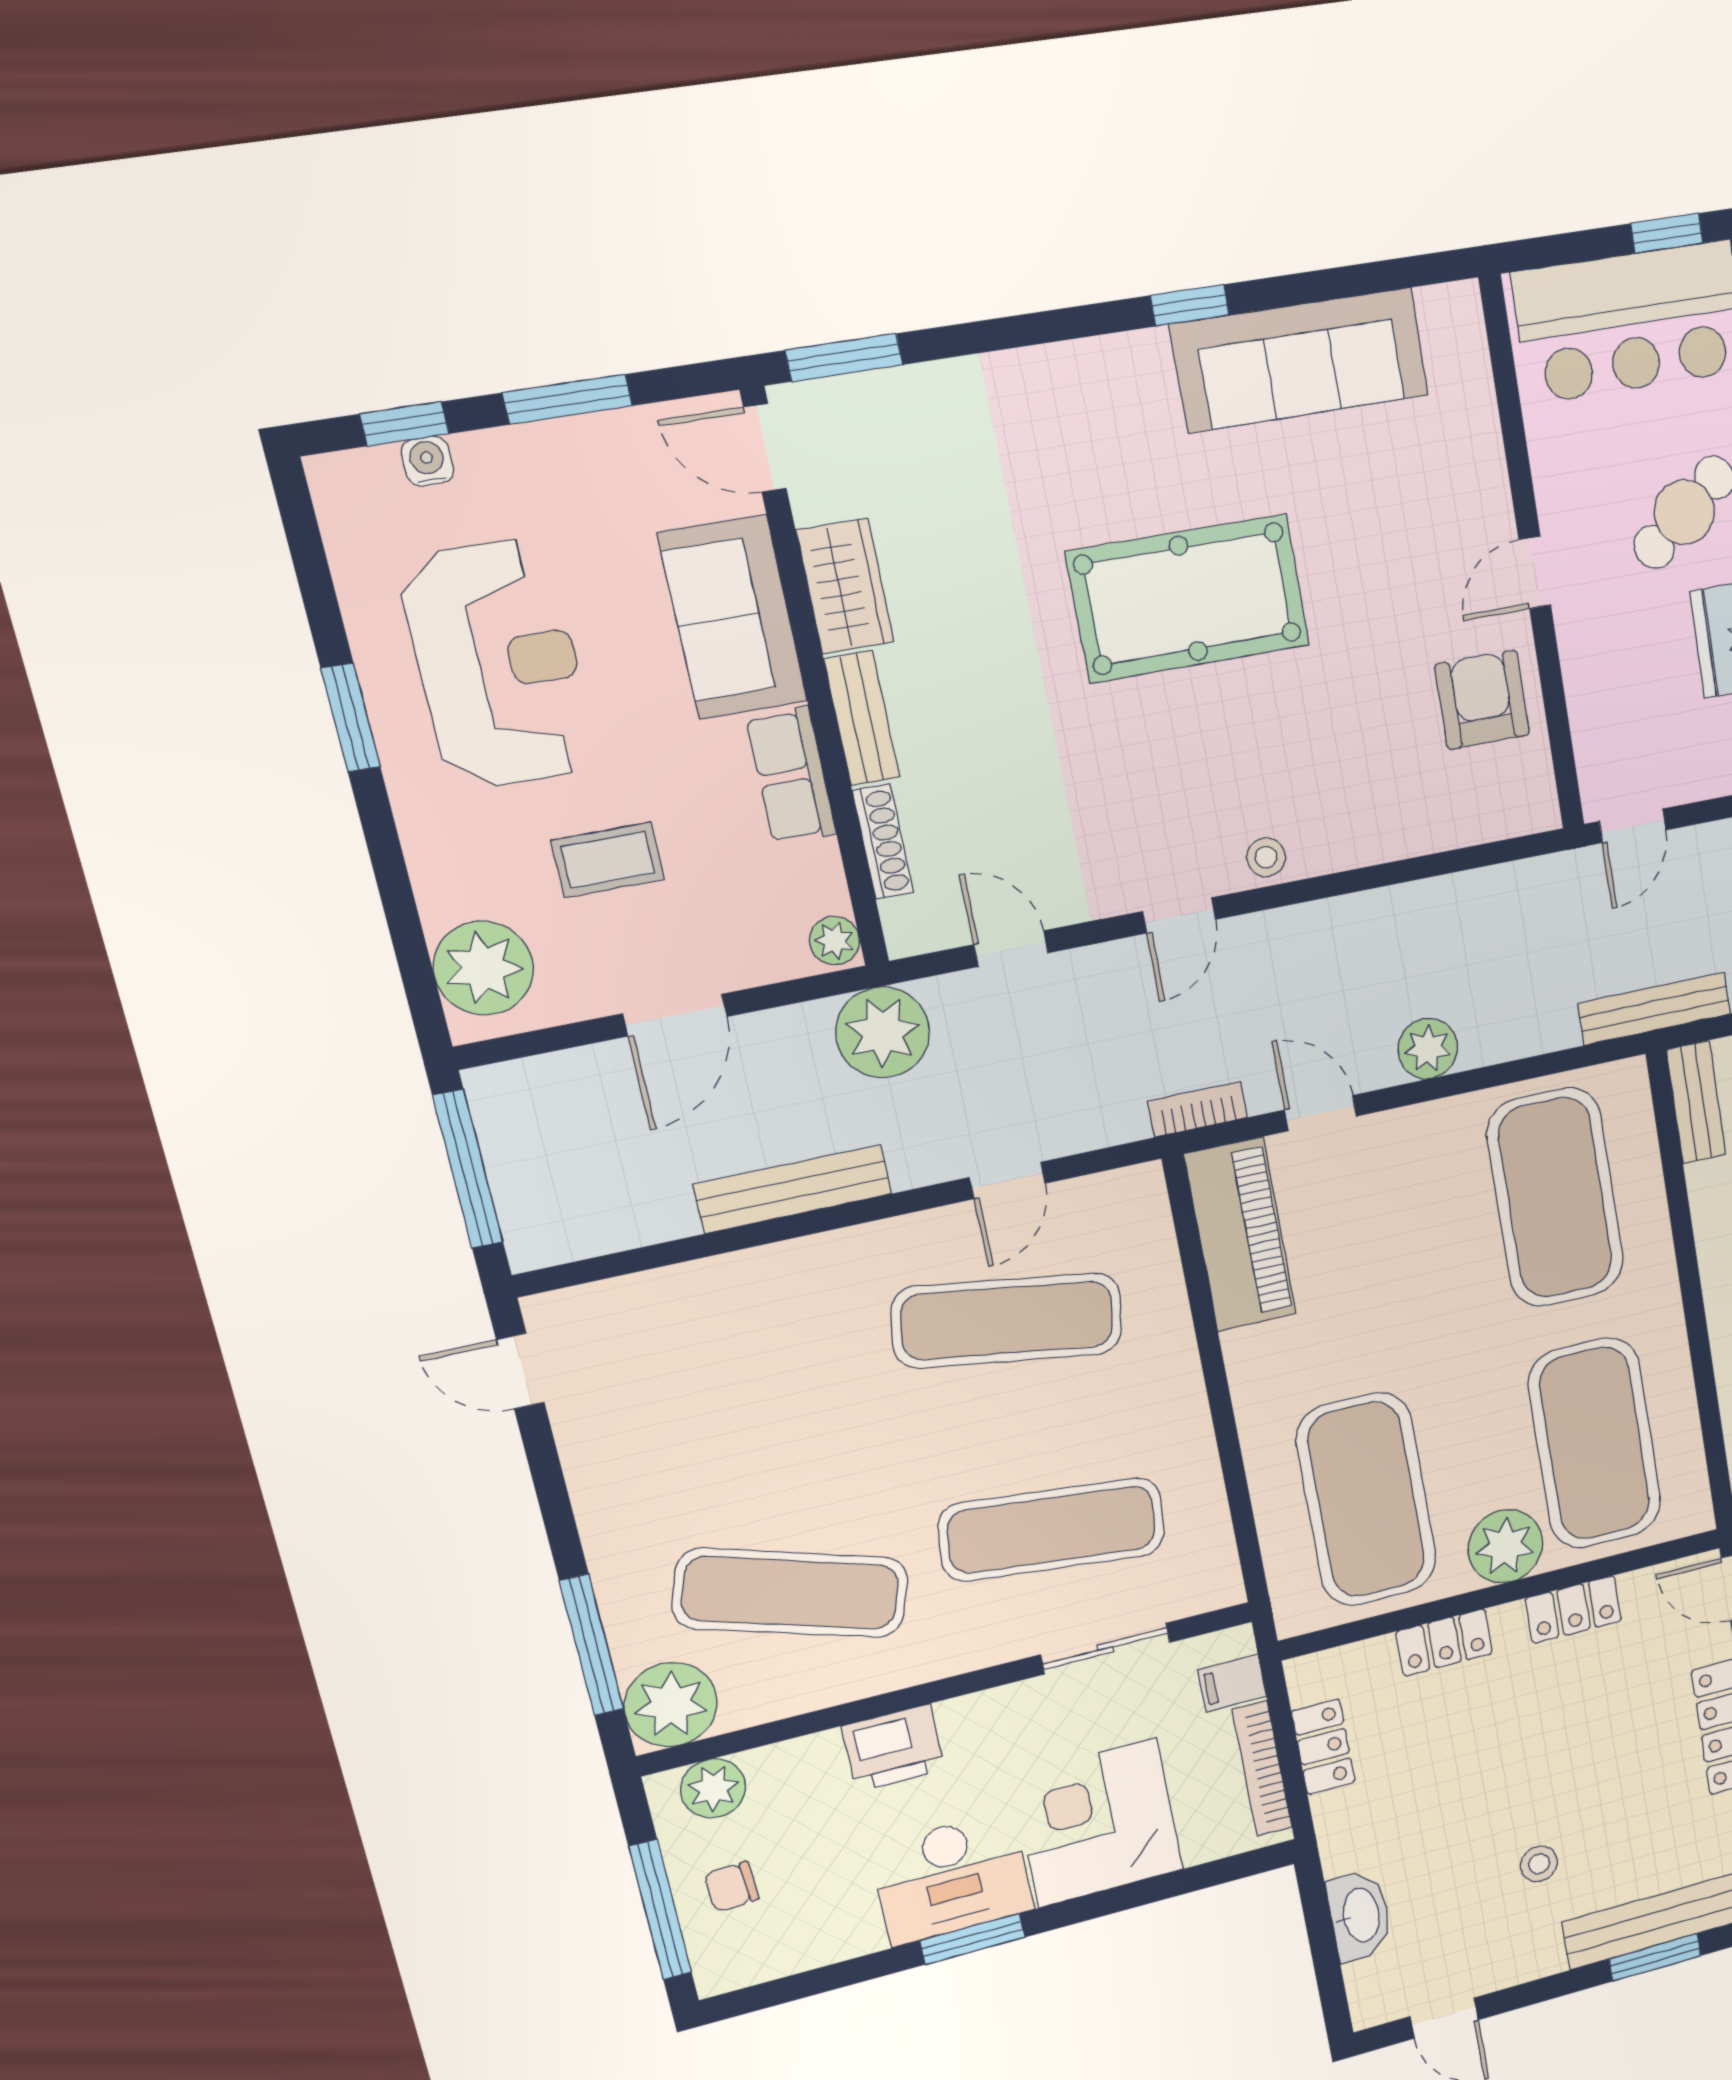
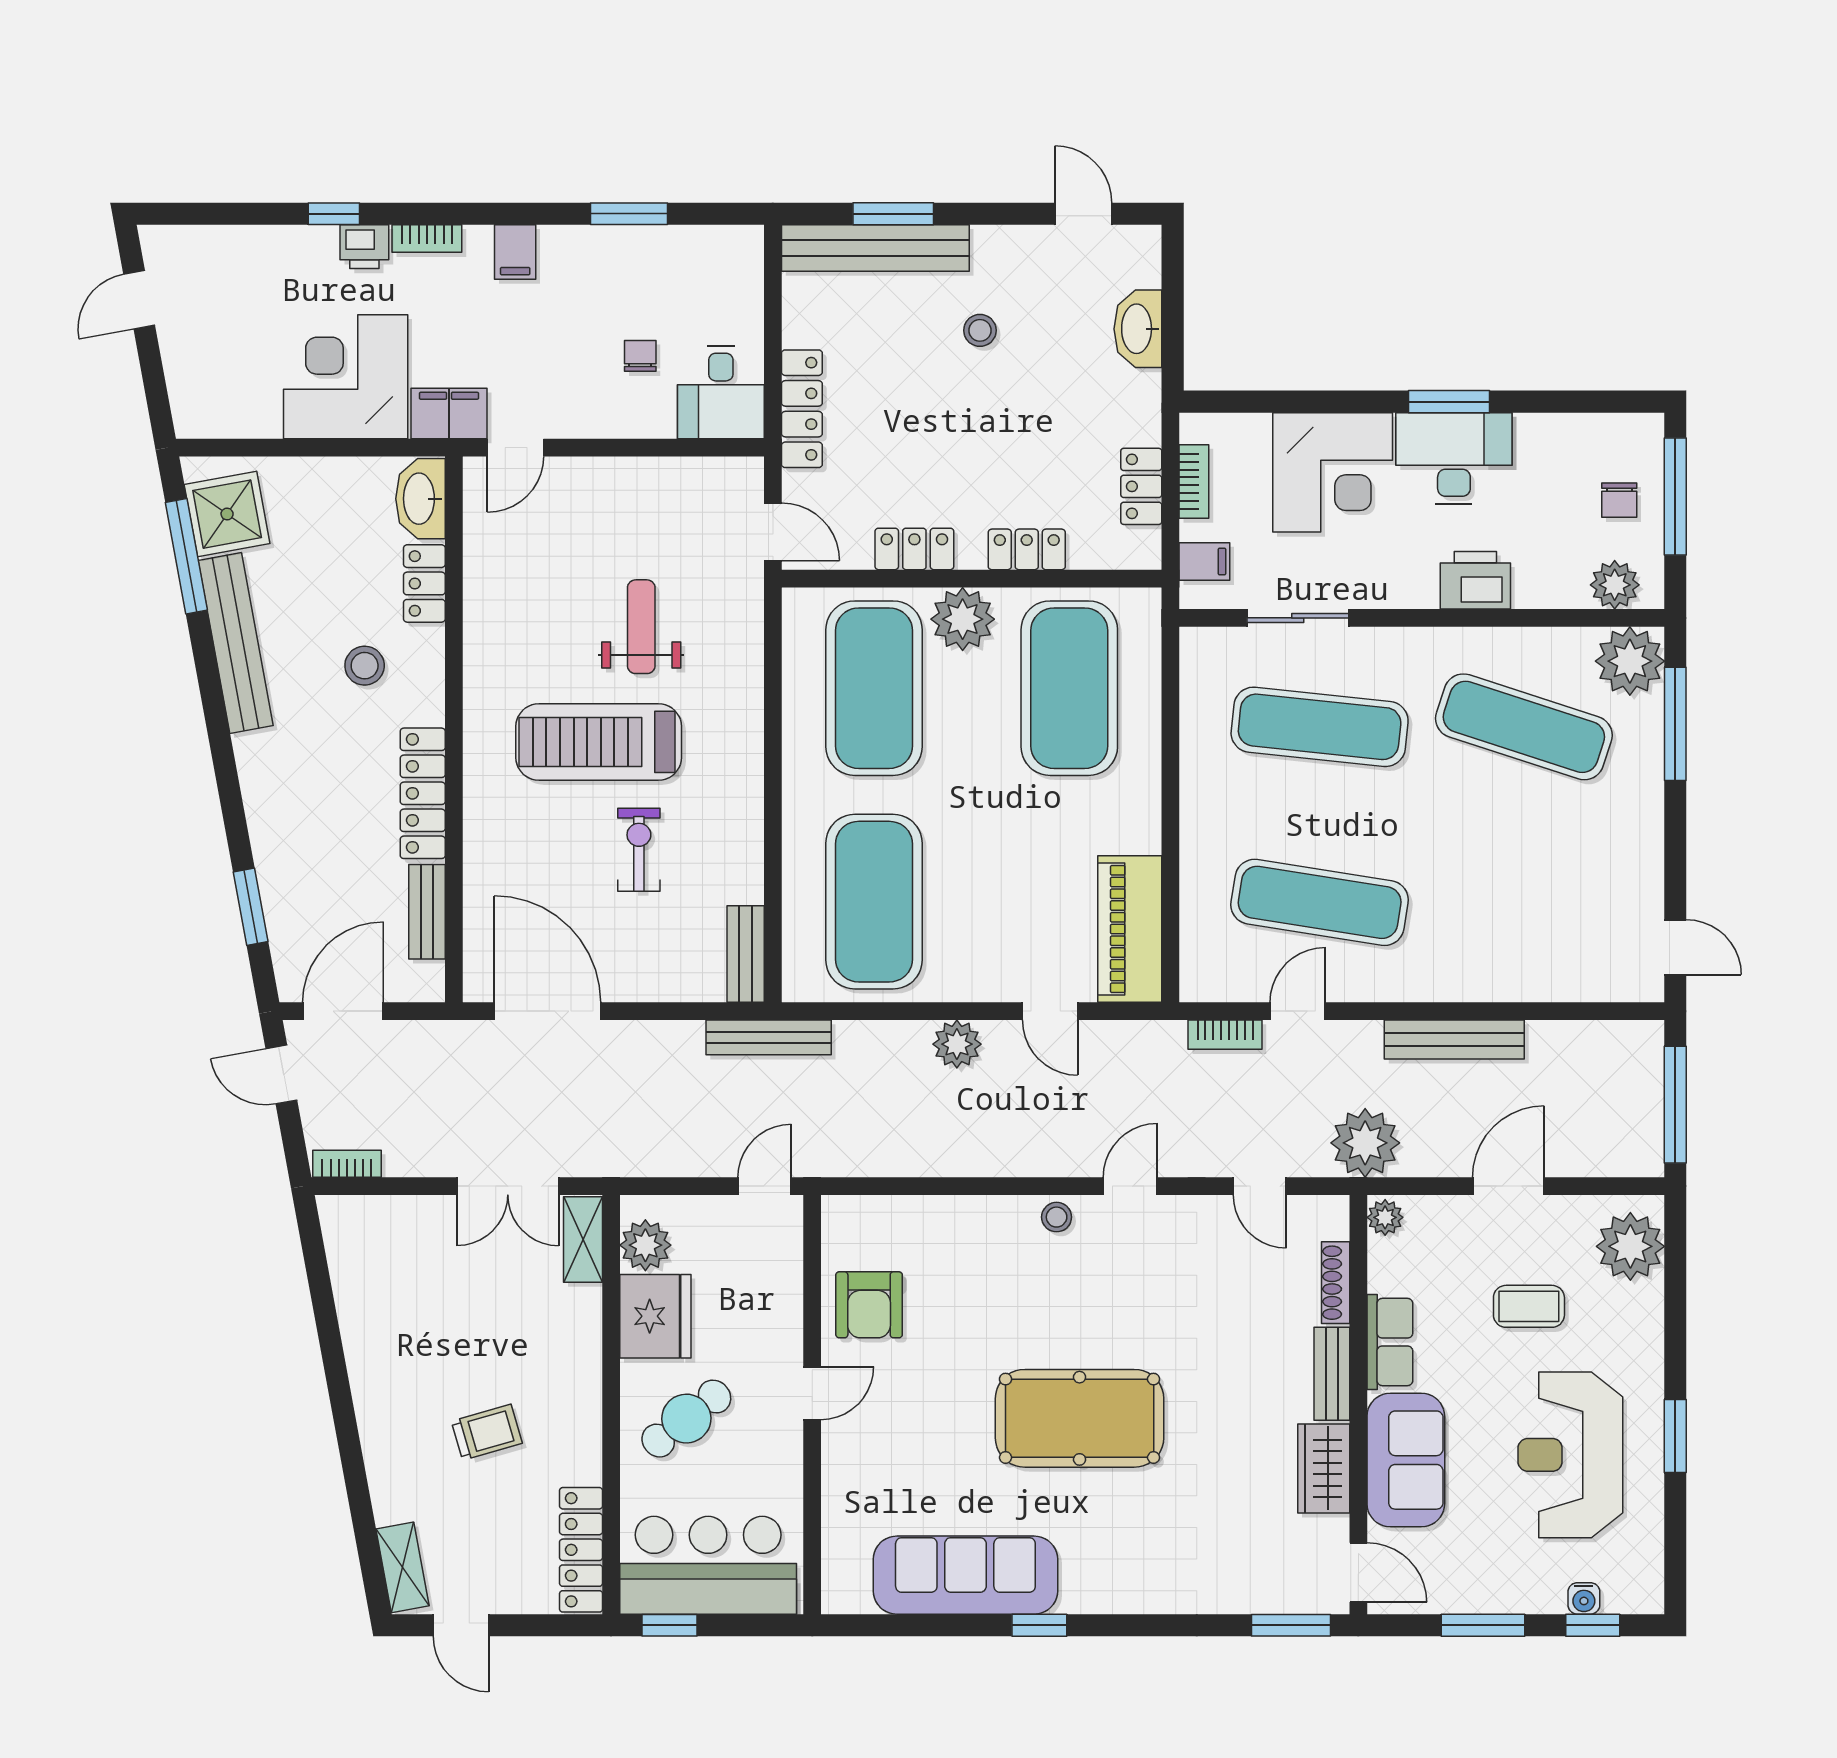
bookcase: (1197, 1109) -> (1225, 1035), moved
bookcase: (1262, 1769) -> (1194, 481), width x0.64
chair: (732, 1887) -> (1619, 500), turned 93

